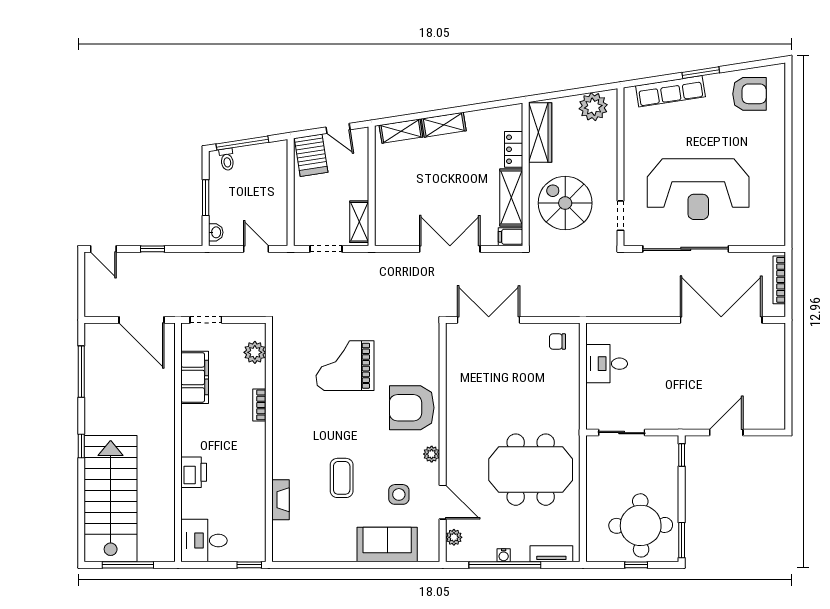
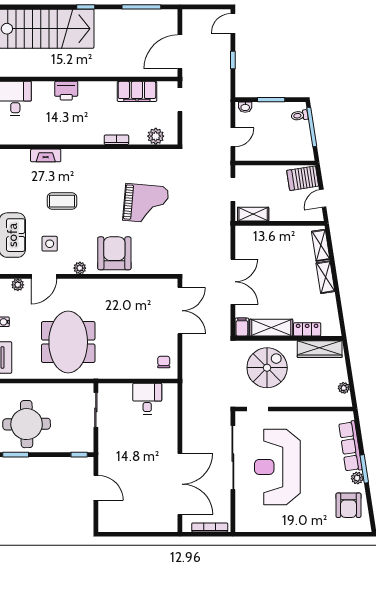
plant: (713, 82) -> (357, 478), added
plant: (593, 107) -> (344, 388), width x0.53, depth x0.53
grand piano: (345, 366) -> (146, 204), turned 95

